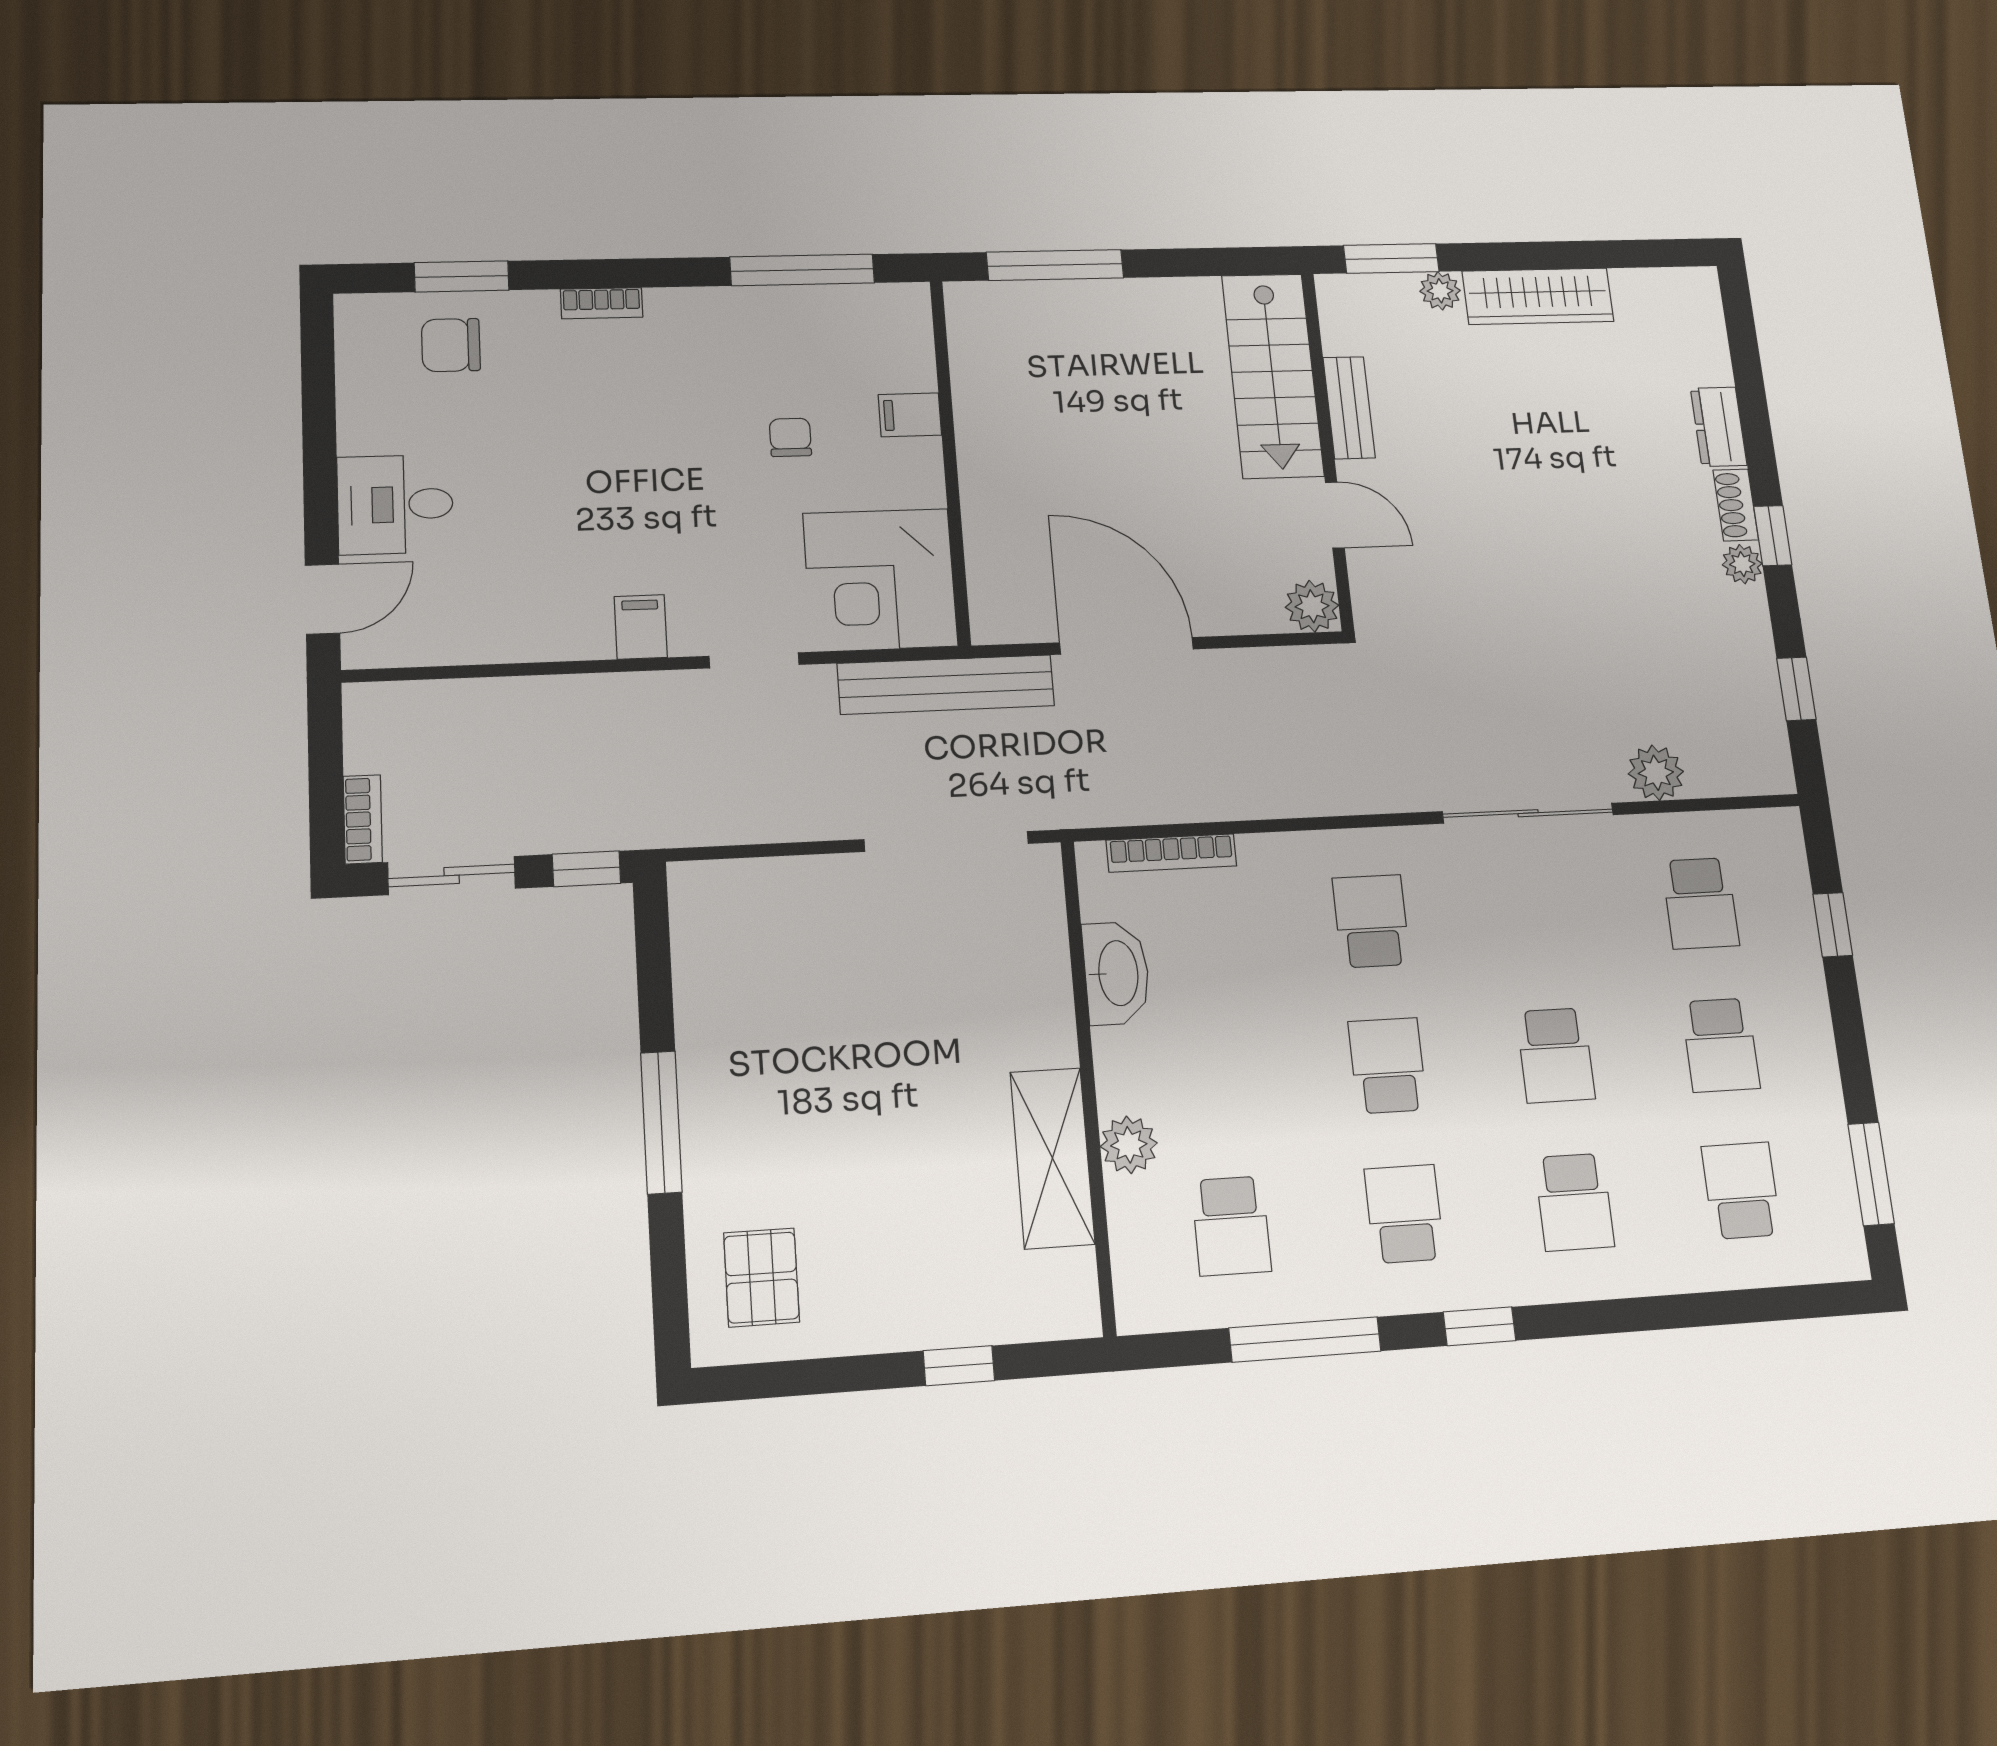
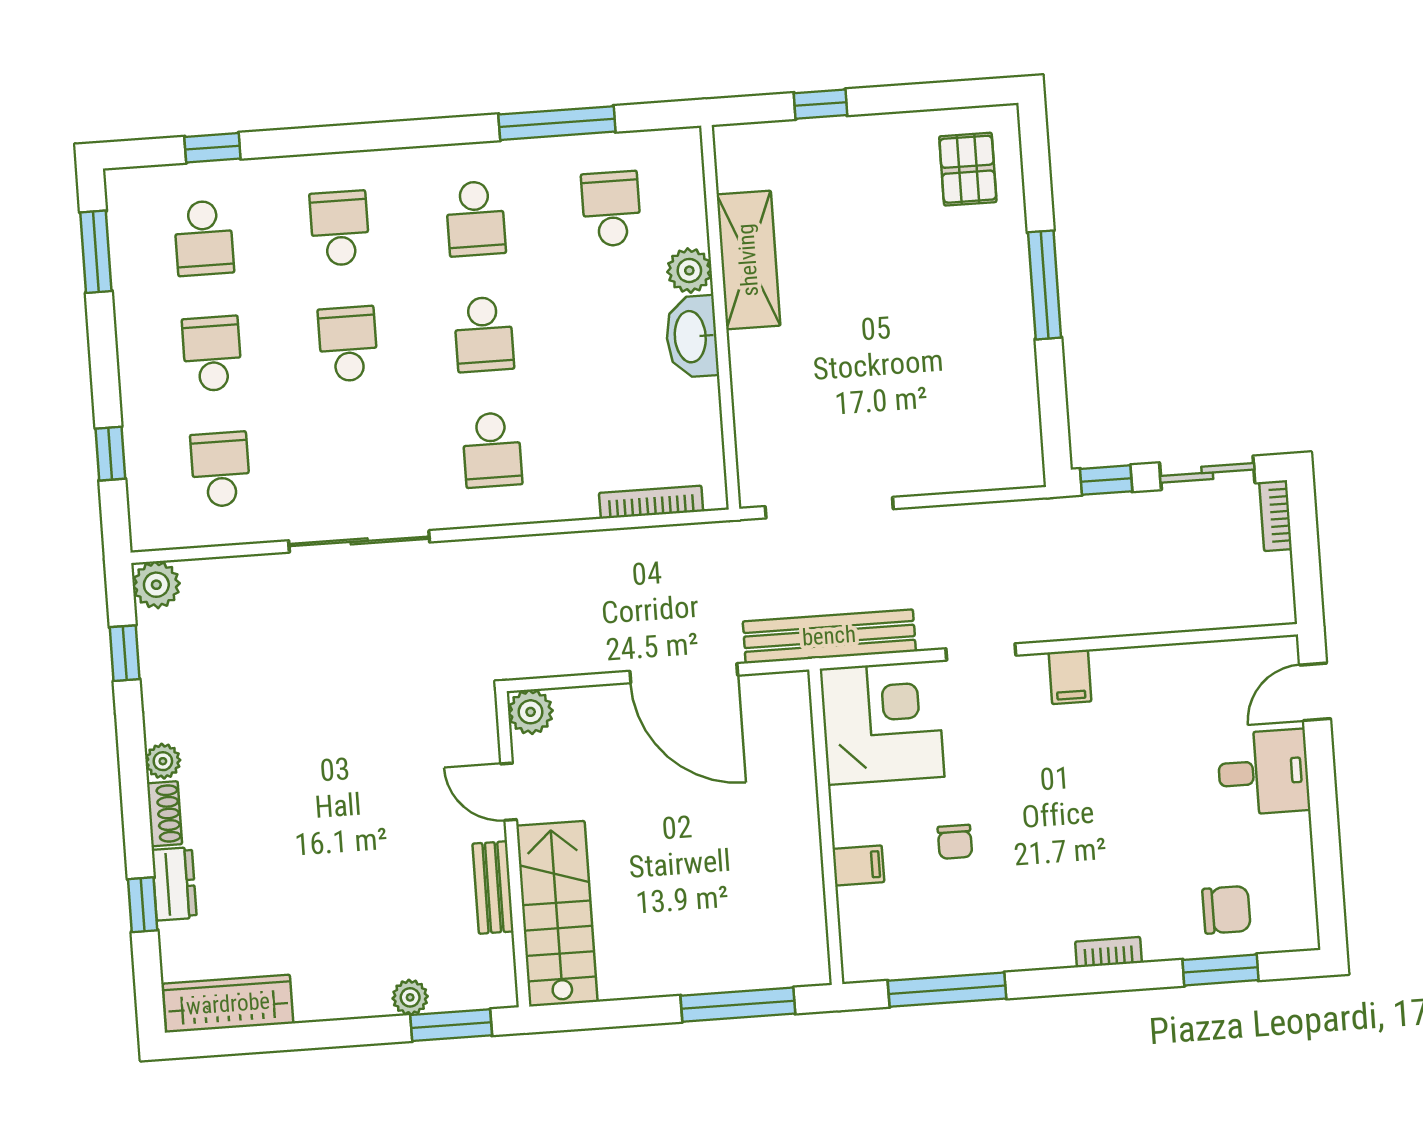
wardrobe: (1538, 296) -> (228, 1004), moved
window: (1773, 536) -> (143, 905), moved
plant: (1656, 773) -> (156, 585), moved
washbasin: (1116, 973) -> (692, 337), moved
window: (1480, 1326) -> (212, 148), moved

